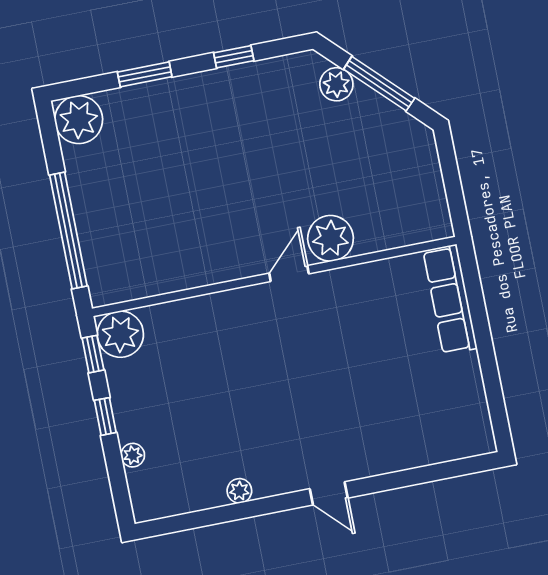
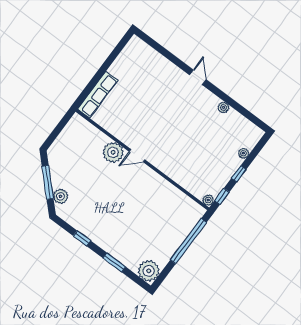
plant: (120, 334) -> (208, 200), width x0.53, depth x0.53

